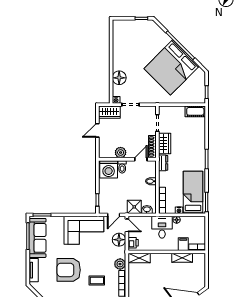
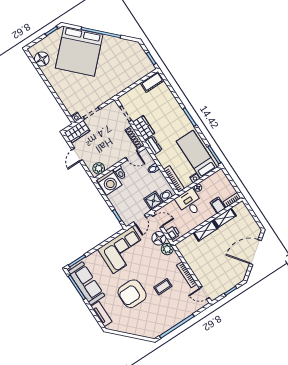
bed: (172, 67) -> (79, 51), moved
floor lamp: (119, 78) -> (42, 59), moved
plant: (121, 152) -> (99, 168), moved
door: (141, 159) -> (132, 155), swing flipped
shelving: (139, 258) -> (205, 231), moved
plant: (120, 264) -> (167, 249), moved

